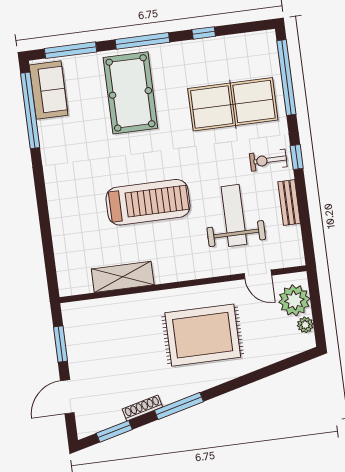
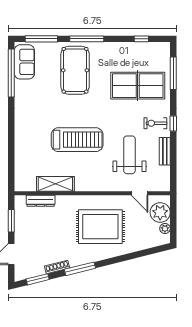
window: (204, 33) -> (141, 39), moved
window: (286, 77) -> (173, 73), width x0.68
dresser: (103, 307) -> (41, 201), added

